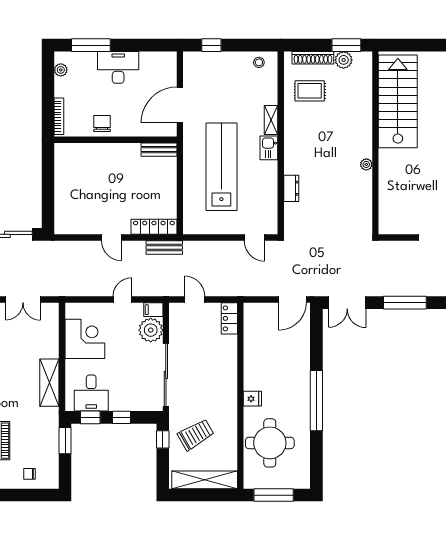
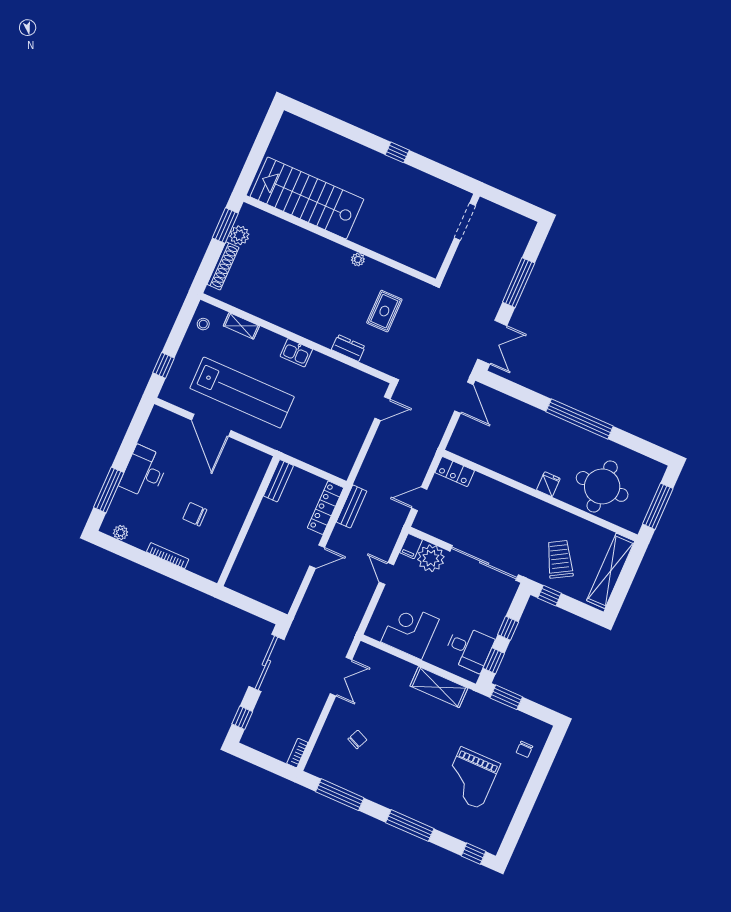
rug: (310, 91) -> (384, 311), moved
shelving: (271, 120) -> (241, 326), moved
wall: (115, 140) -> (248, 521), moved
bench: (159, 150) -> (278, 481), moved
lab bench: (221, 167) -> (242, 393), moved, turned 180

